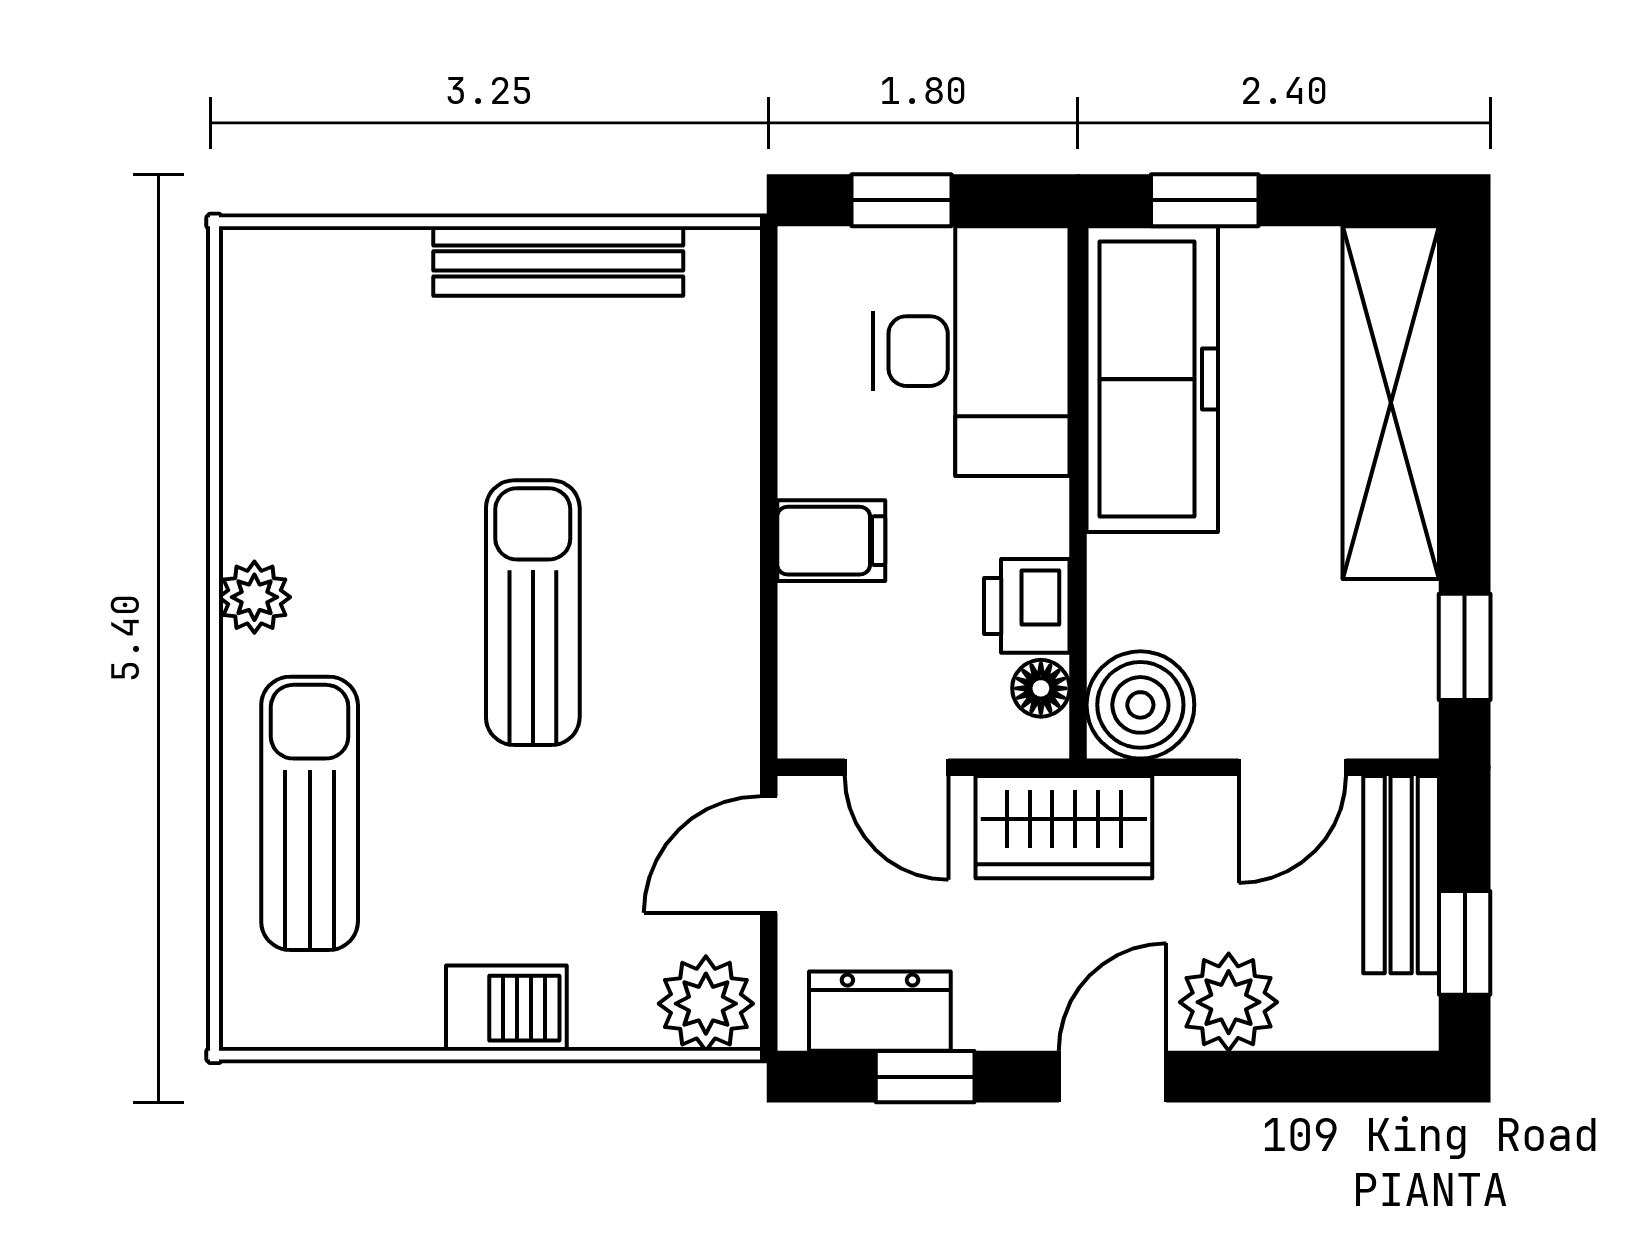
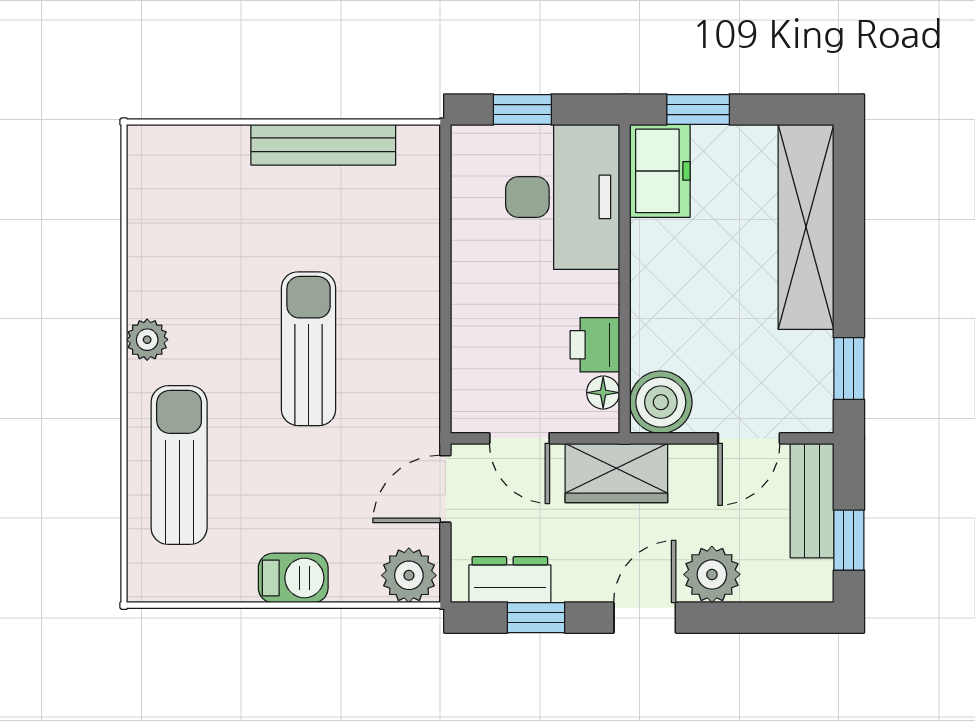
freezer: (1152, 379) -> (660, 171), width x0.52, depth x0.79
filing cabinet: (831, 541) -> (482, 307), removed

